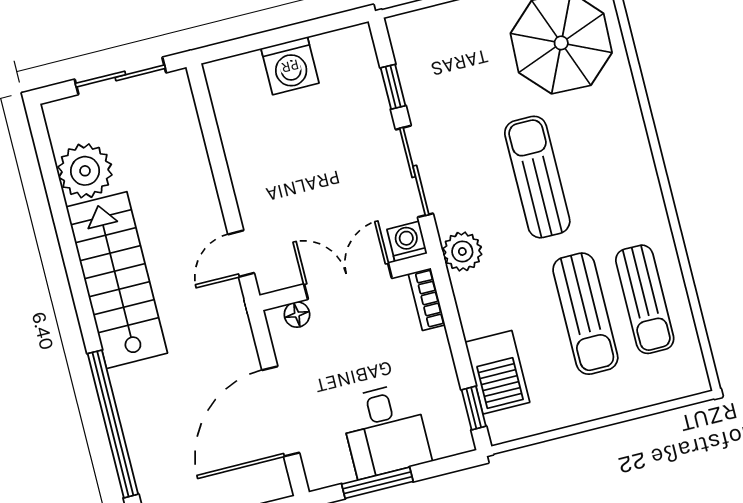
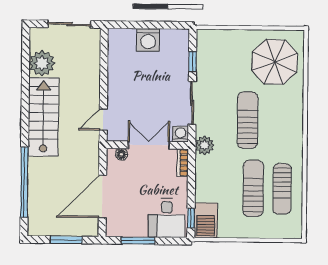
sun lounger: (585, 314) -> (253, 188), turned 180
barbecue: (497, 372) -> (206, 220), moved
desk: (385, 430) -> (167, 218), moved

